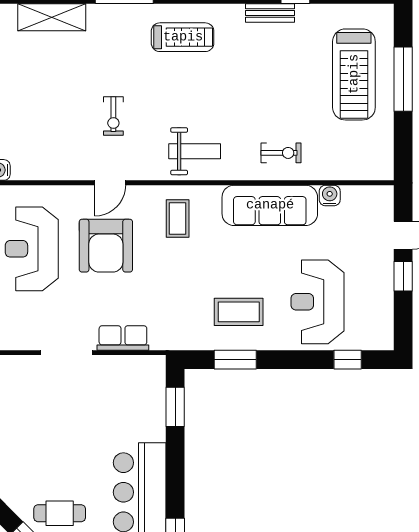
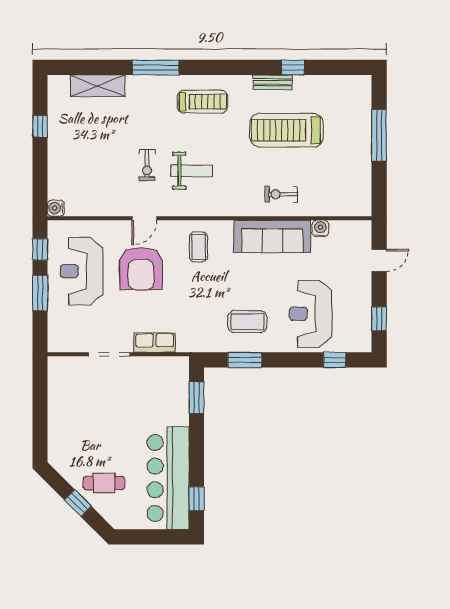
treadmill: (354, 74) -> (287, 130), moved, turned 90
weight bench: (195, 151) -> (192, 171), moved
exercise bike: (281, 153) -> (281, 194), turned 180
window: (403, 276) -> (379, 319), moved

